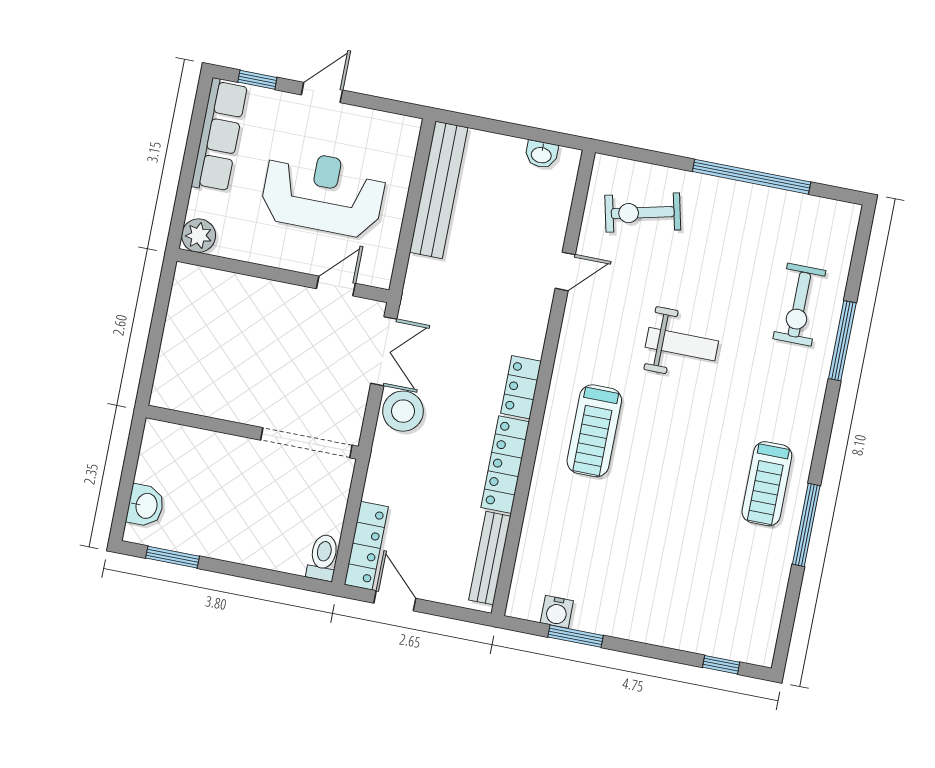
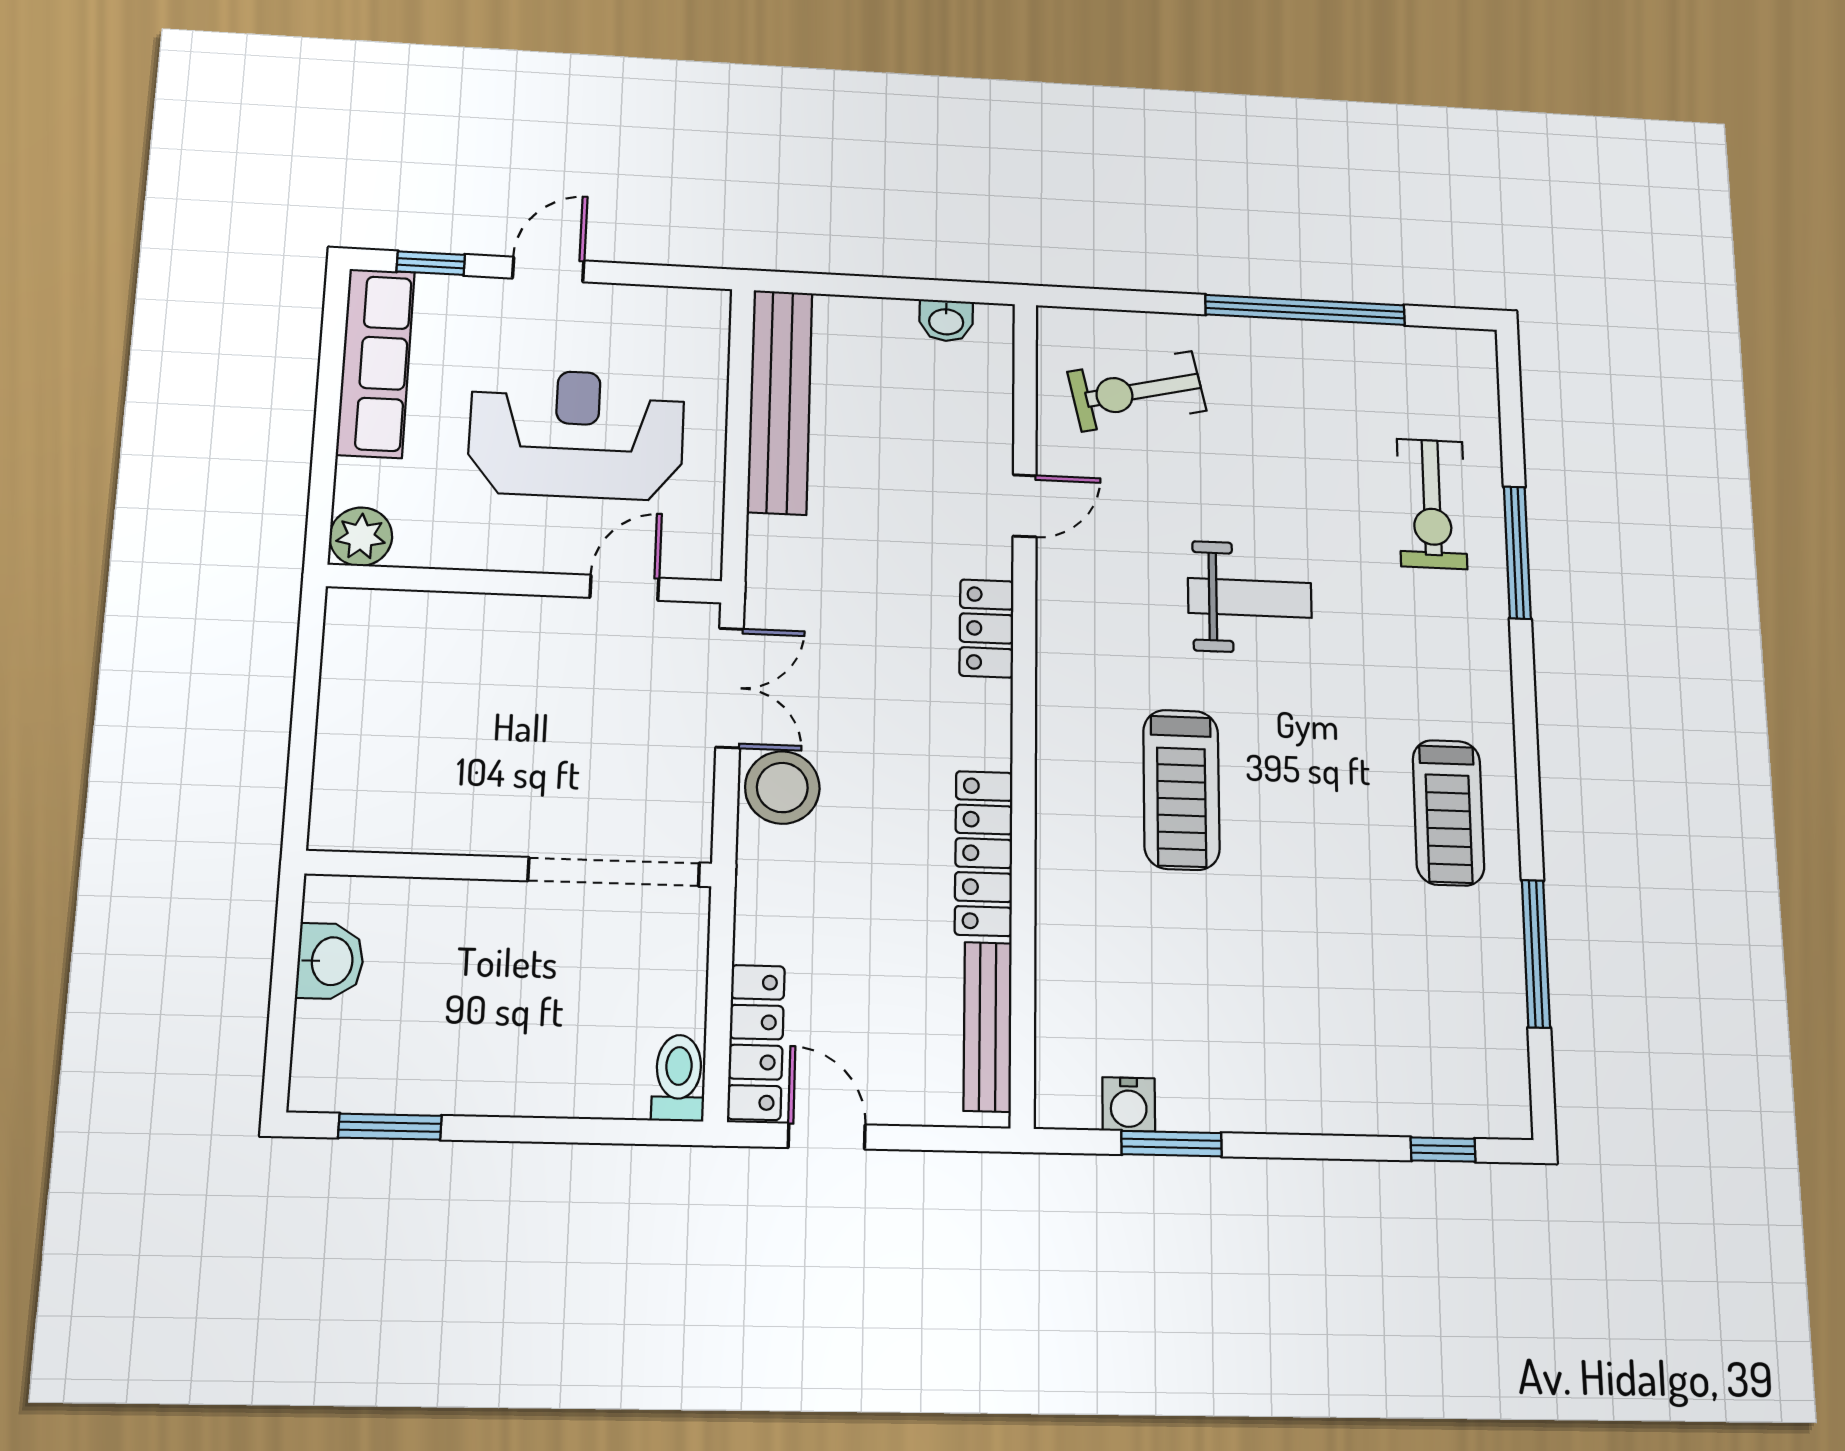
locker: (521, 387) -> (987, 628), moved
treadmill: (594, 431) -> (1181, 790), moved
washbasin: (146, 506) -> (330, 961), moved
window: (806, 525) -> (1536, 953), moved

